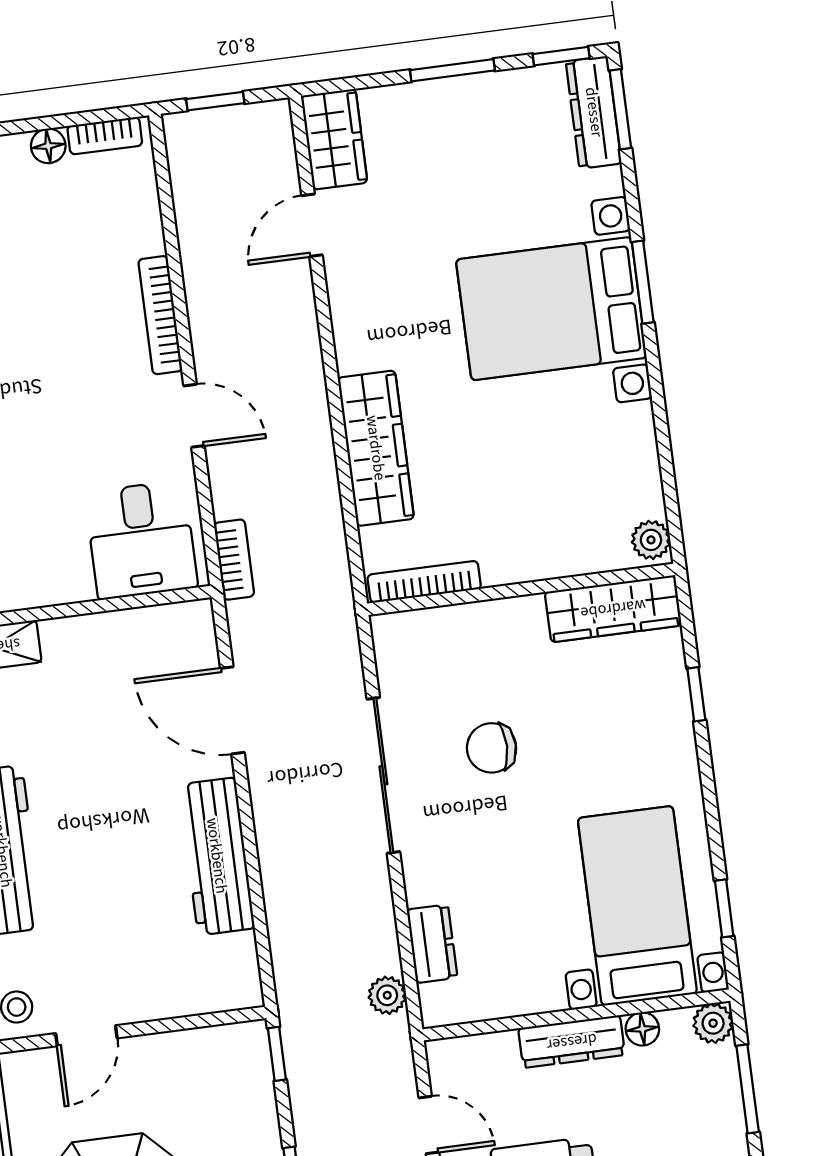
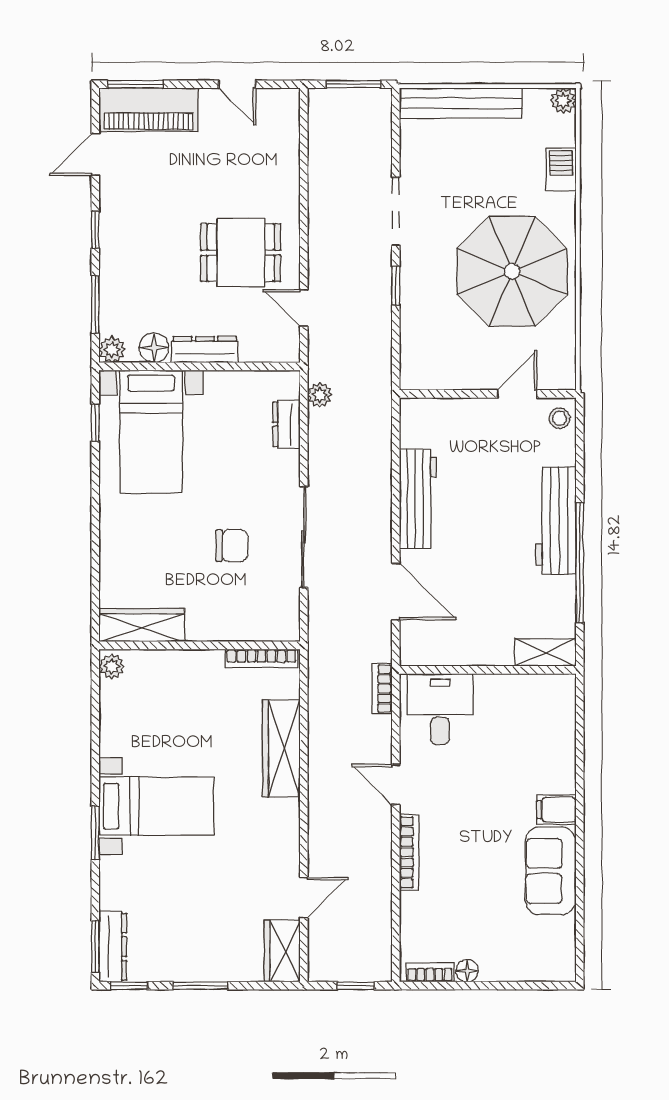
bed with nightstands: (551, 309) -> (156, 806), width x0.73
window: (696, 694) -> (95, 563), removed
floor lamp: (642, 1029) -> (154, 348), width x1.37, depth x1.37
window: (277, 1054) -> (396, 366), removed

